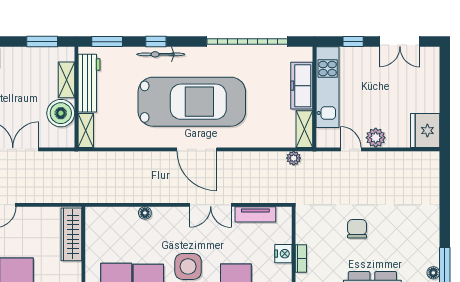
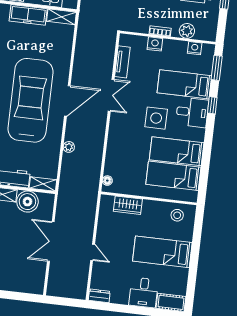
plant: (294, 158) -> (69, 147), moved
floor lamp: (145, 213) -> (107, 181), moved
wardrobe: (71, 234) -> (128, 205), width x0.67

